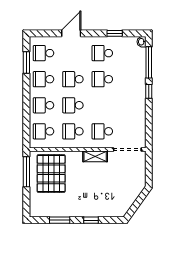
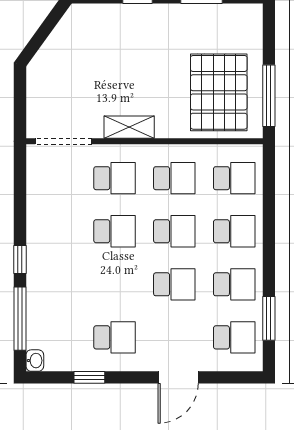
school desk: (102, 79) -> (115, 231), moved

